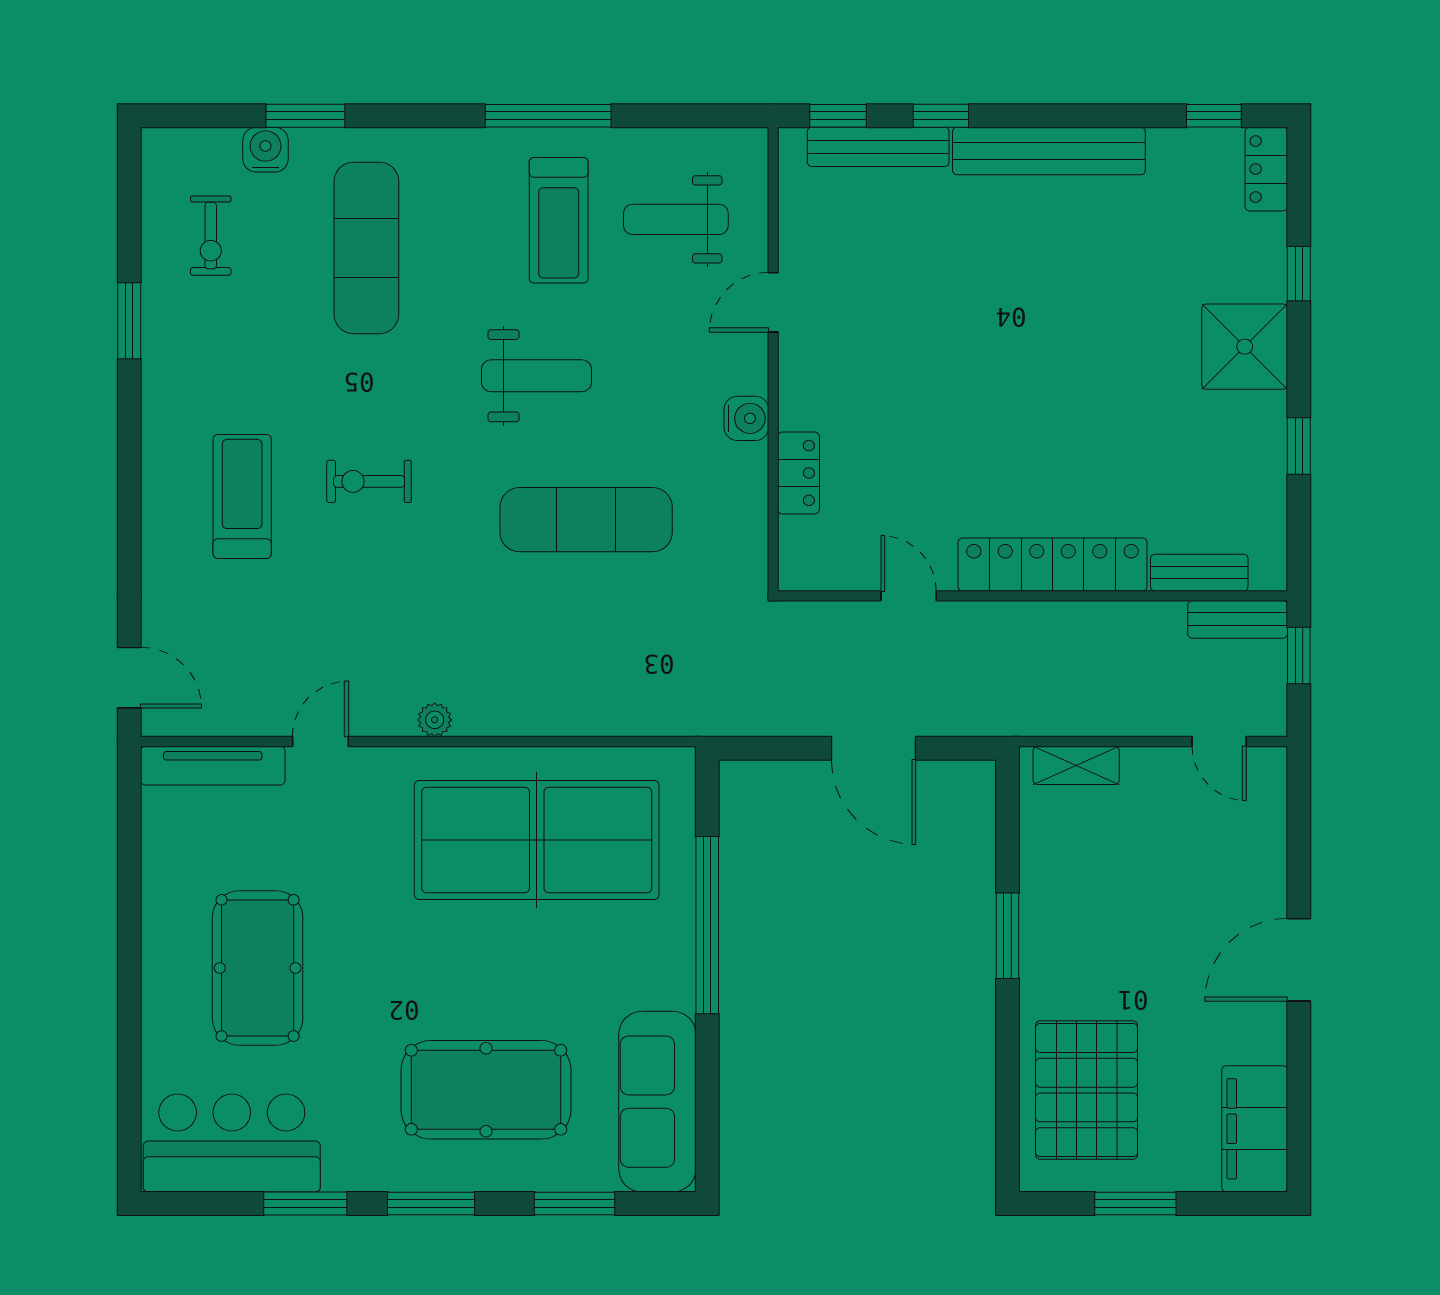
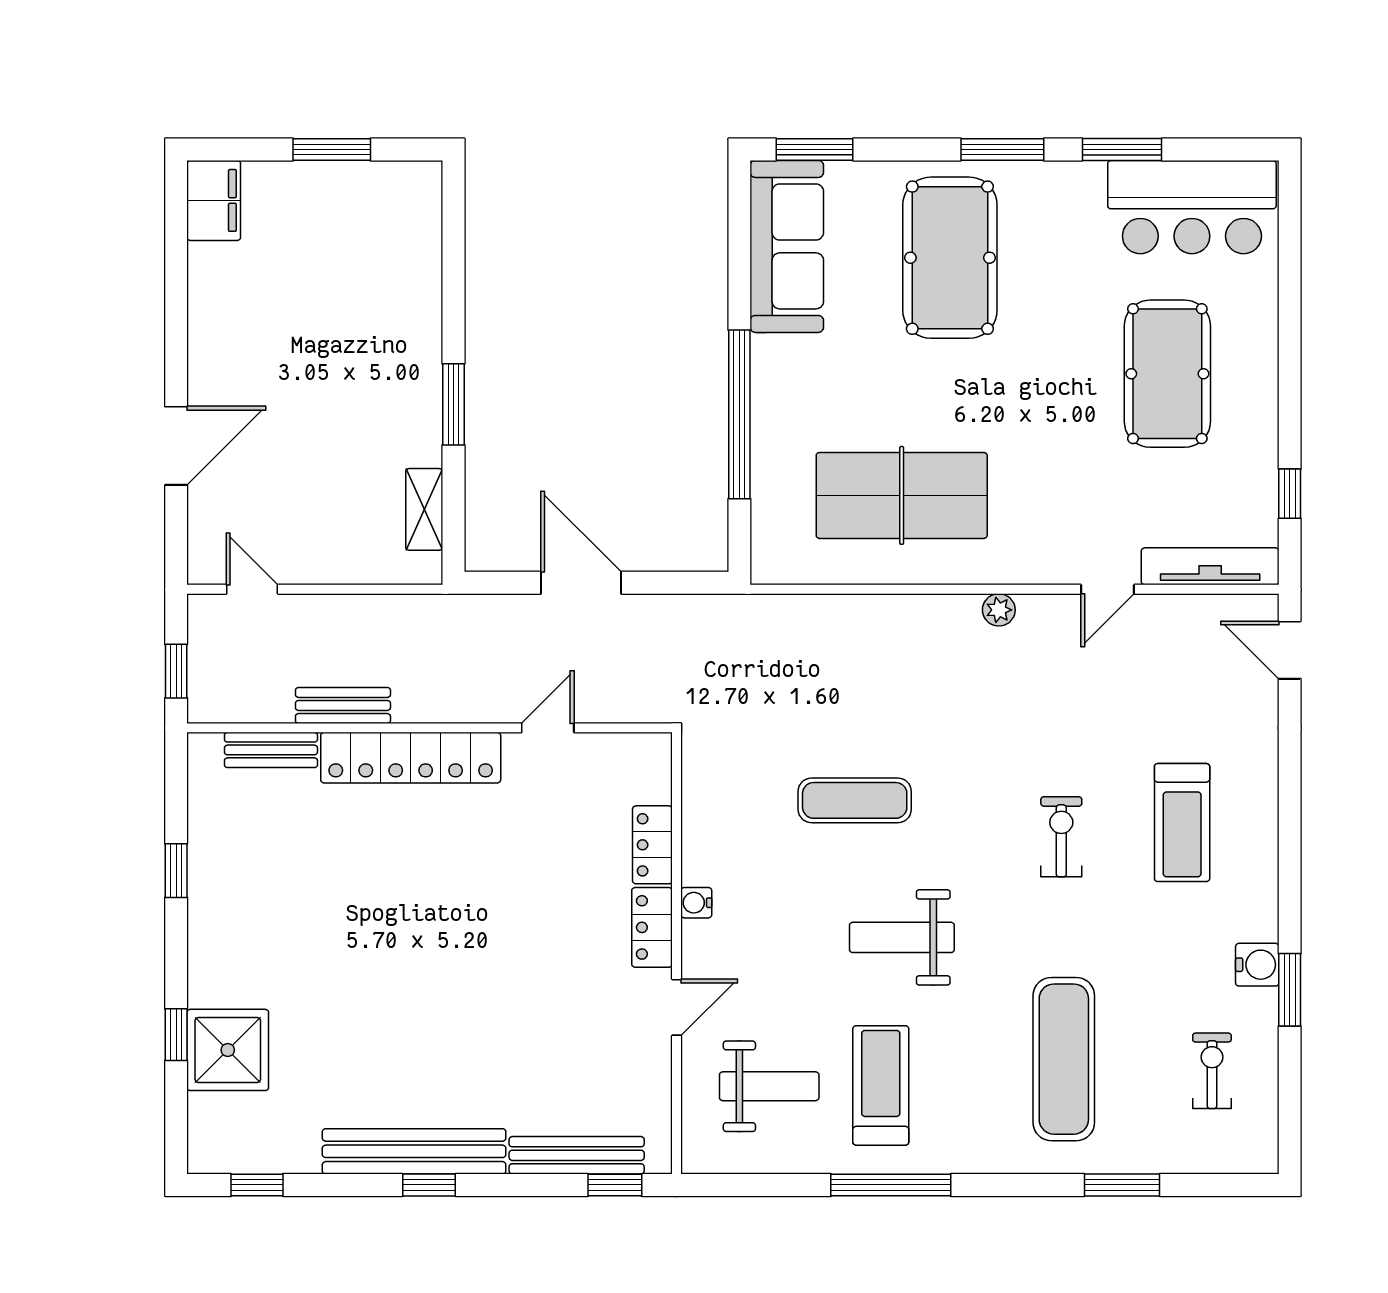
window: (941, 116) -> (429, 1185), moved
water cooler: (265, 150) -> (1257, 965), moved, turned -90
locker: (1266, 169) -> (652, 927), moved, turned 180
shower: (1245, 347) -> (228, 1050), moved
water cooler: (746, 418) -> (696, 903), width x0.72, depth x0.72
exercise bike: (369, 481) -> (1061, 837), turned -90
exercise mat: (586, 520) -> (855, 800), width x0.73, depth x0.69
door: (909, 596) -> (548, 728), swing flipped
bench: (1238, 619) -> (343, 705), moved
shelving: (1076, 765) -> (424, 509), moved, turned 90
table tennis table: (537, 840) -> (902, 495), width x0.73, depth x0.76
window: (129, 842) -> (1290, 494), added
door: (1299, 960) -> (176, 446), moved
pool table: (486, 1090) -> (950, 258), turned 90
pallet: (1087, 1090) -> (378, 257), removed
filing cabinet: (1255, 1129) -> (214, 200), width x0.67, depth x0.86
window: (575, 1203) -> (815, 150), moved

